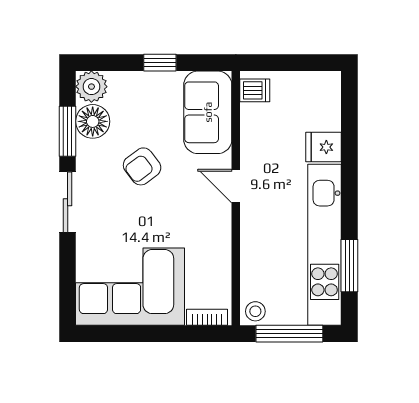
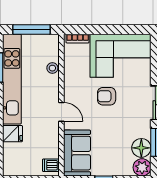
armchair: (142, 166) -> (107, 96), moved, turned -143
stool: (255, 311) -> (52, 68), moved

